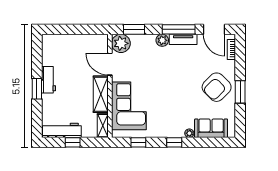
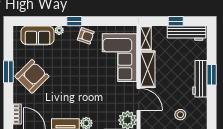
stool: (68, 49) -> (180, 115), added
workbench: (48, 80) -> (200, 79), width x1.37
armchair: (163, 128) -> (86, 36), added
window: (138, 142) -> (110, 21), removed

